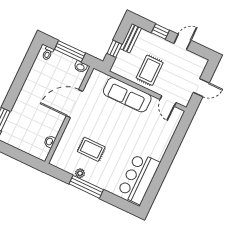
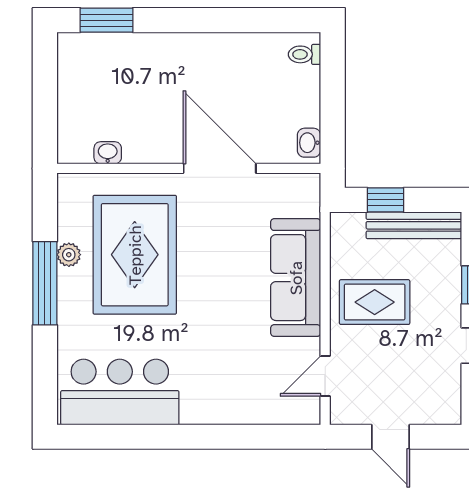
bench: (131, 38) -> (414, 225), width x1.36
window: (70, 51) -> (333, 102), removed
rug: (91, 149) -> (135, 255), width x1.86, depth x2.06

